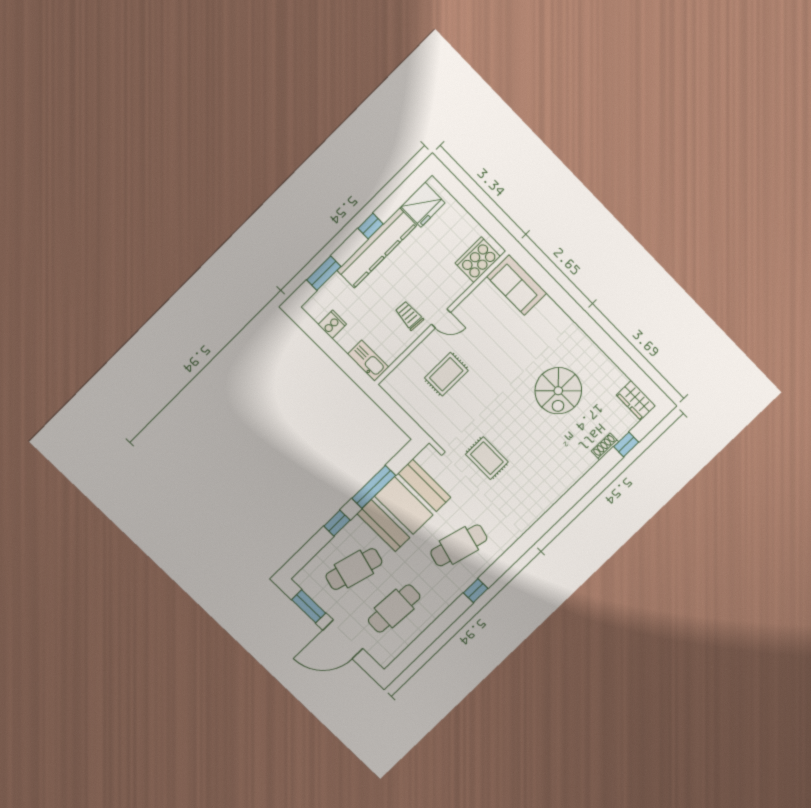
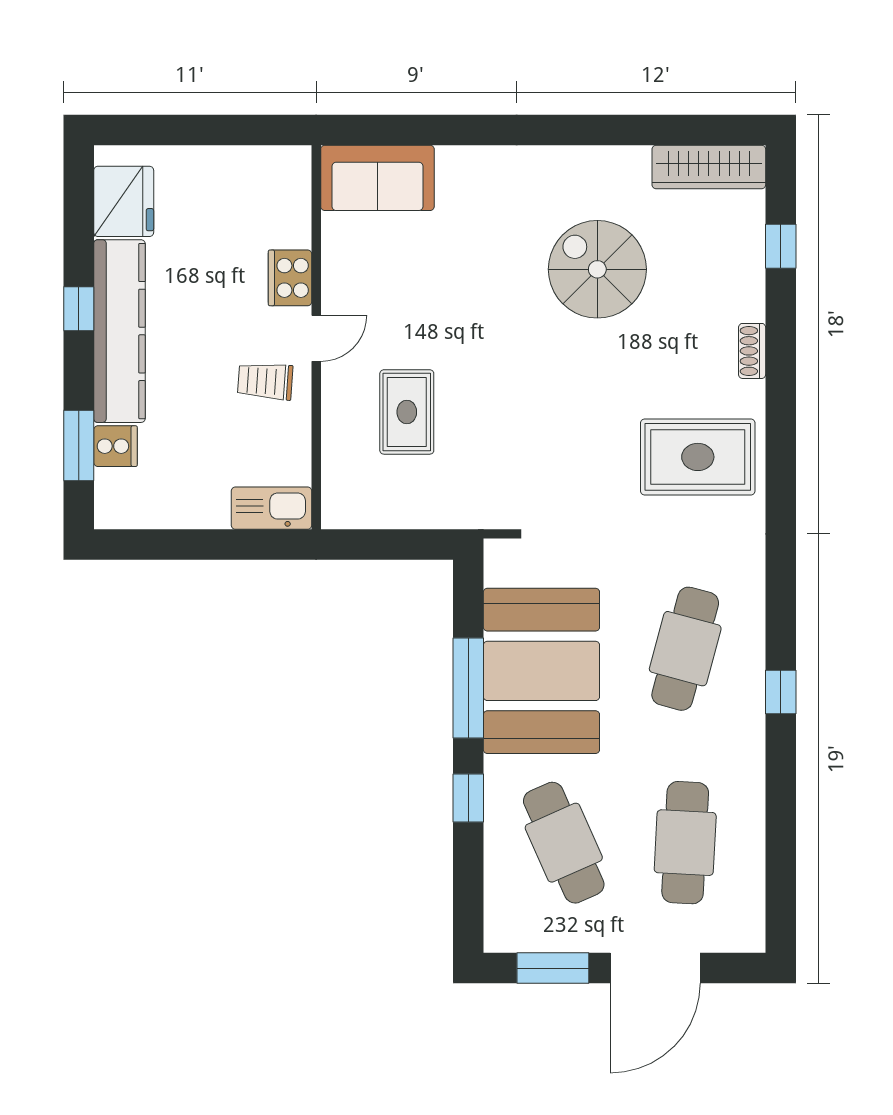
cooker: (478, 260) -> (290, 278), moved, width x0.73, depth x0.76
cooker: (332, 324) -> (116, 446), moved, turned 90
spiral stairs: (558, 391) -> (597, 269), turned 180
wardrobe: (636, 400) -> (709, 167), width x1.50
shoe rack: (605, 446) -> (752, 351), moved
rug: (487, 458) -> (698, 457), moved, width x1.36, depth x1.43
cafe table: (354, 569) -> (564, 843), turned -39

